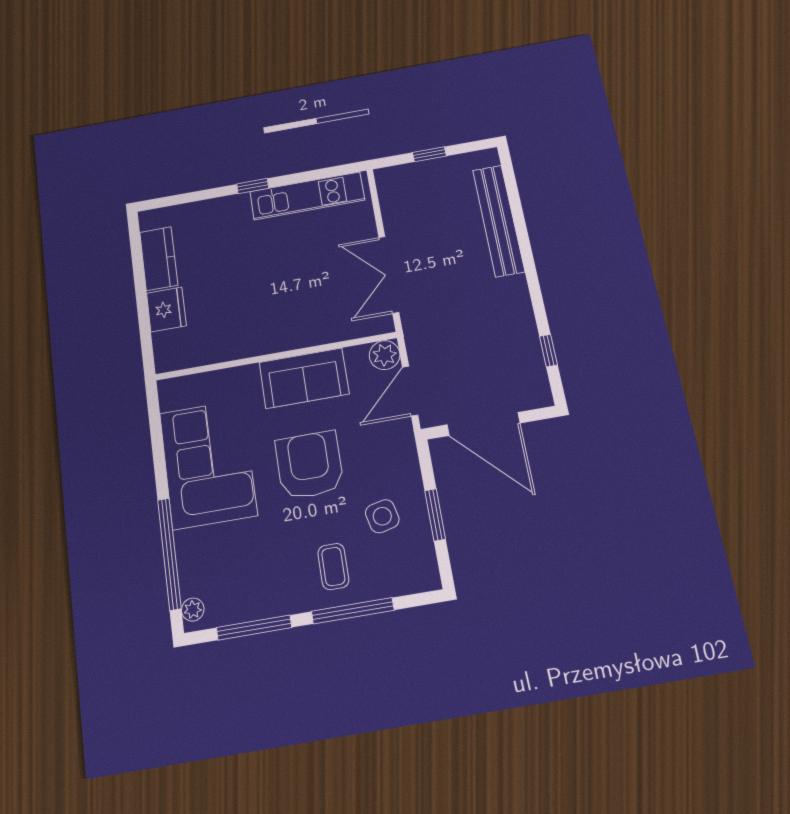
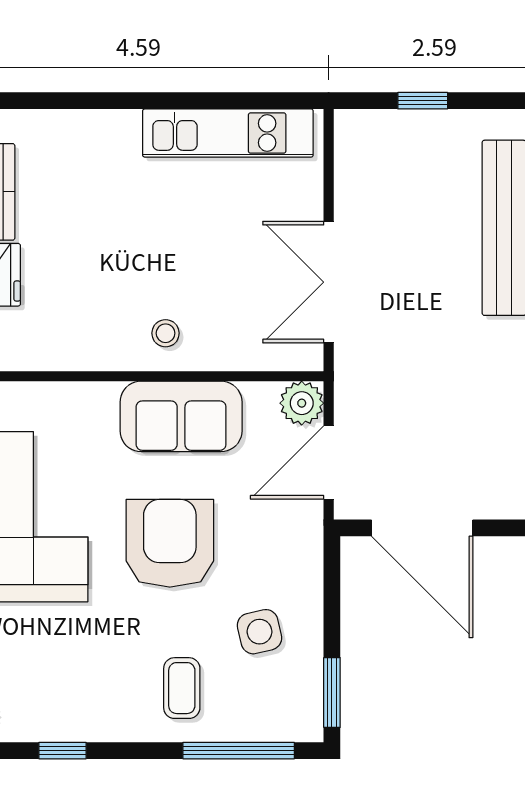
window: (253, 186) -> (148, 101), removed
stool: (285, 326) -> (166, 333), added
window: (435, 515) -> (332, 692), moved
window: (353, 611) -> (239, 751), moved
window: (254, 628) -> (63, 751), width x0.46

